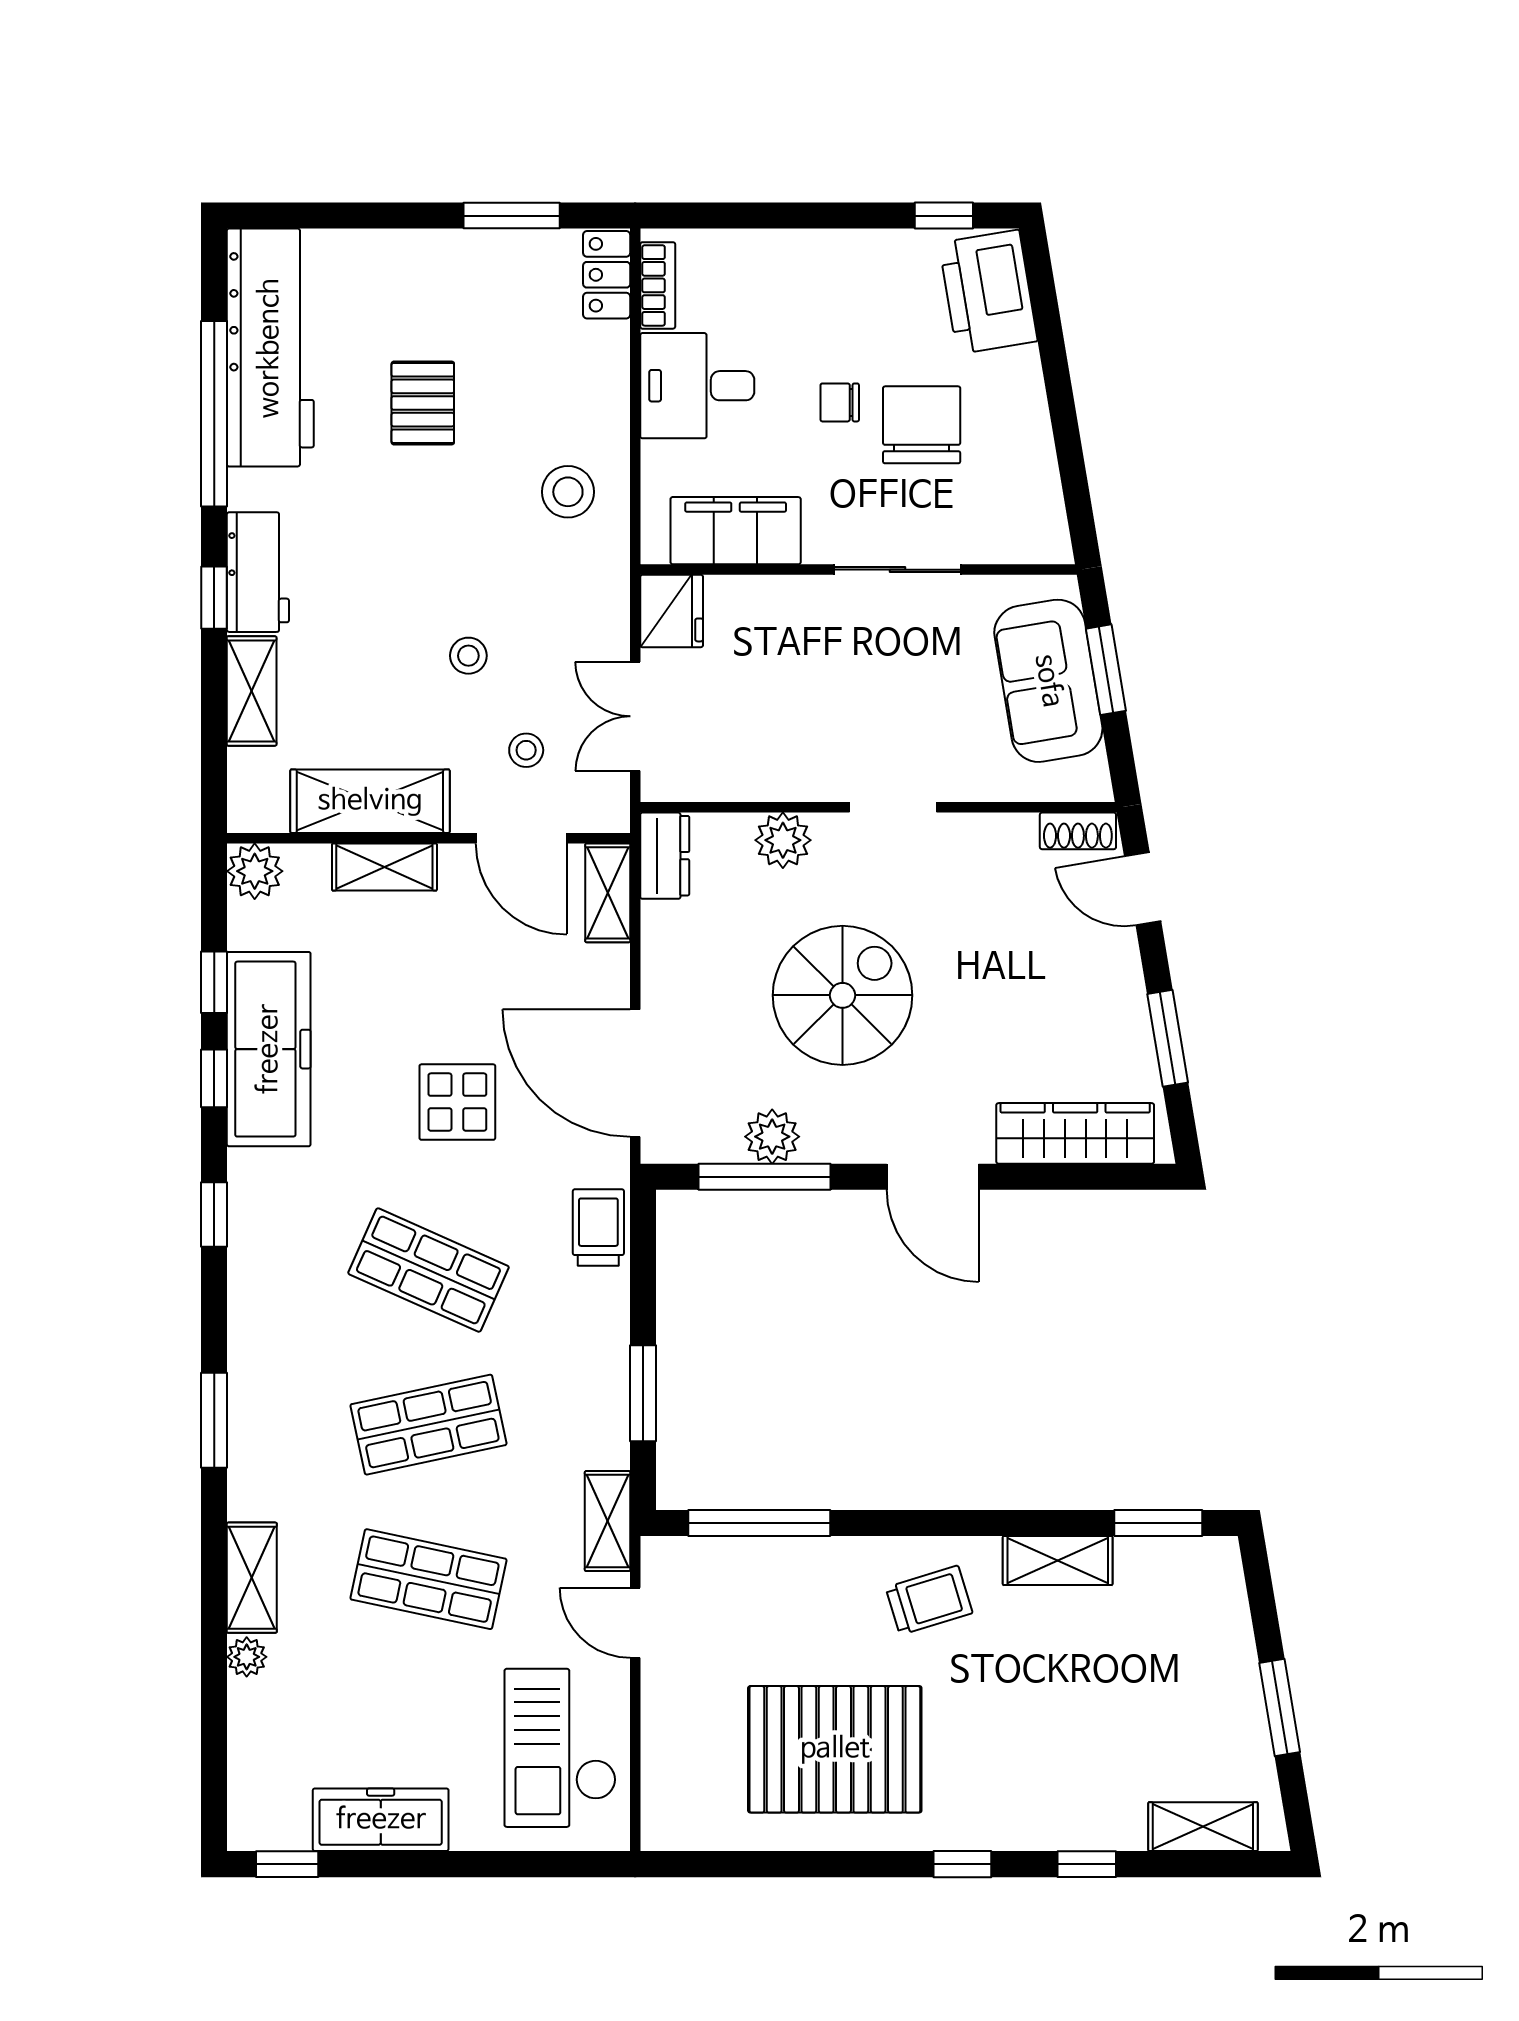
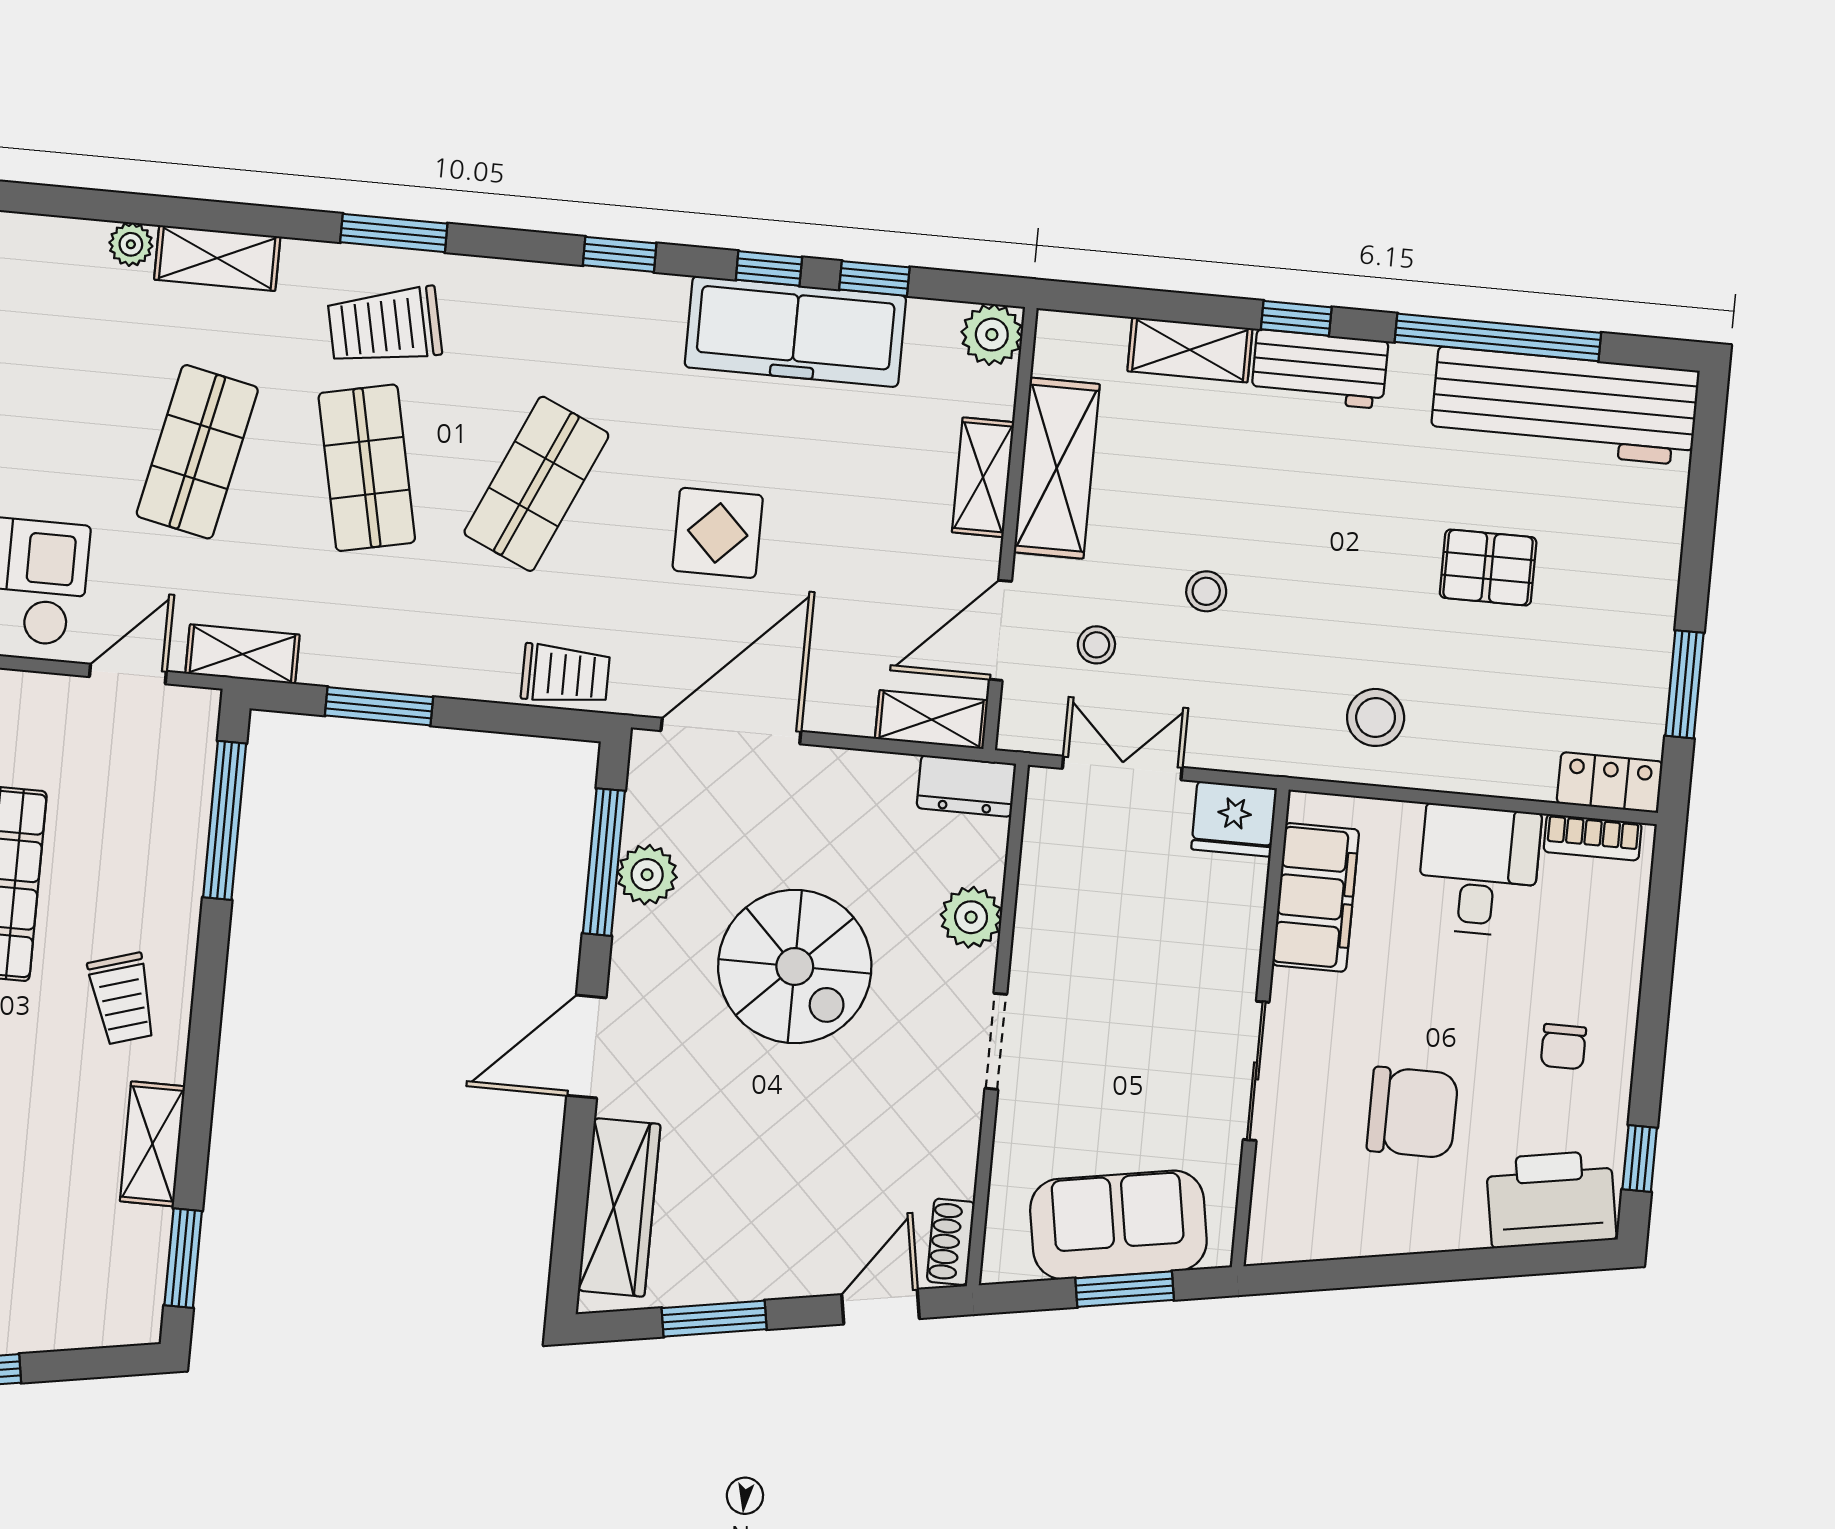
chair: (840, 402) -> (1563, 1047), moved, turned 180
trolley: (299, 1421) -> (385, 326), added

